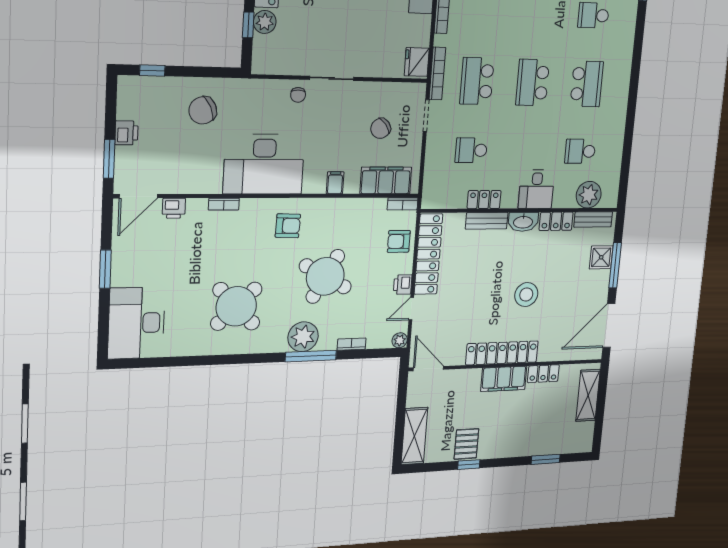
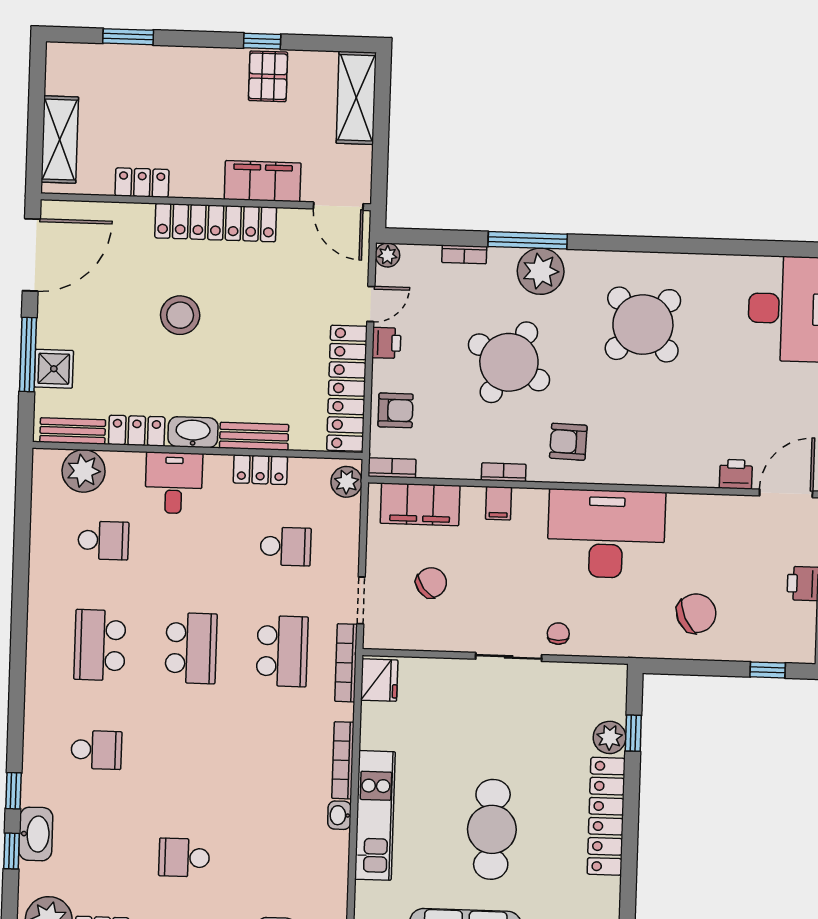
plant: (431, 194) -> (346, 482), added
bookcase: (224, 204) -> (504, 472), moved
filing cabinet: (504, 379) -> (263, 181), moved

